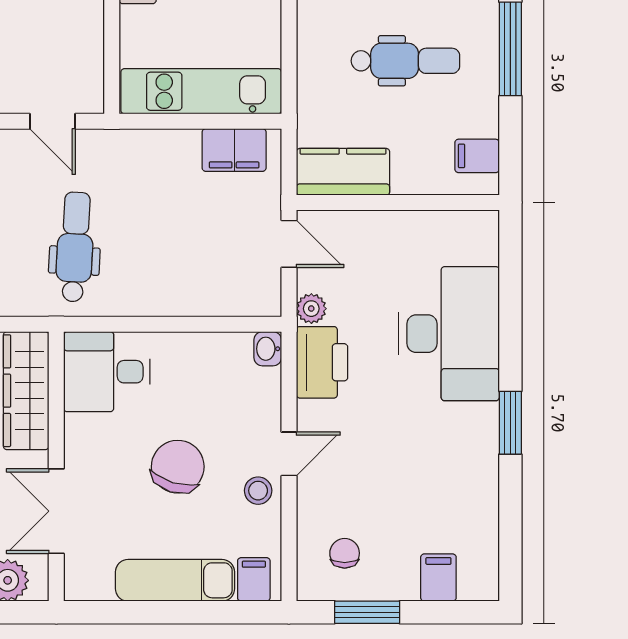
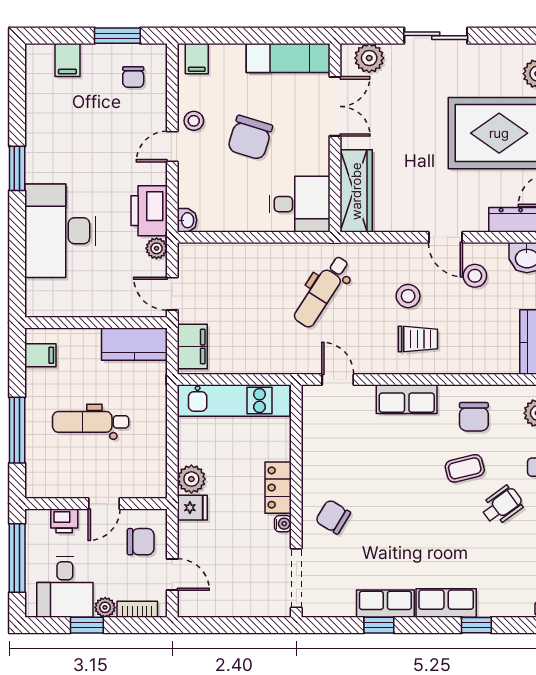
filing cabinet: (234, 150) -> (192, 347), moved, turned 90
dental chair: (75, 247) -> (322, 291), turned 30
exam couch: (175, 580) -> (288, 58), moved

